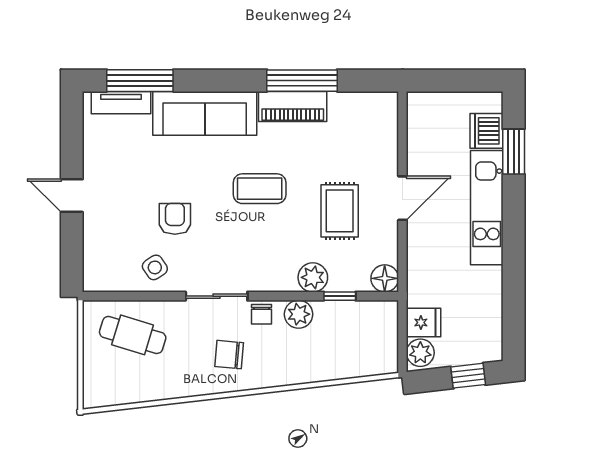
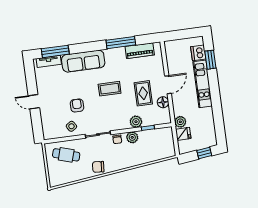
piano: (293, 106) -> (140, 51), moved
floor lamp: (385, 278) -> (163, 102), moved
plant: (420, 353) -> (180, 122), moved
chair: (229, 355) -> (98, 167), moved

